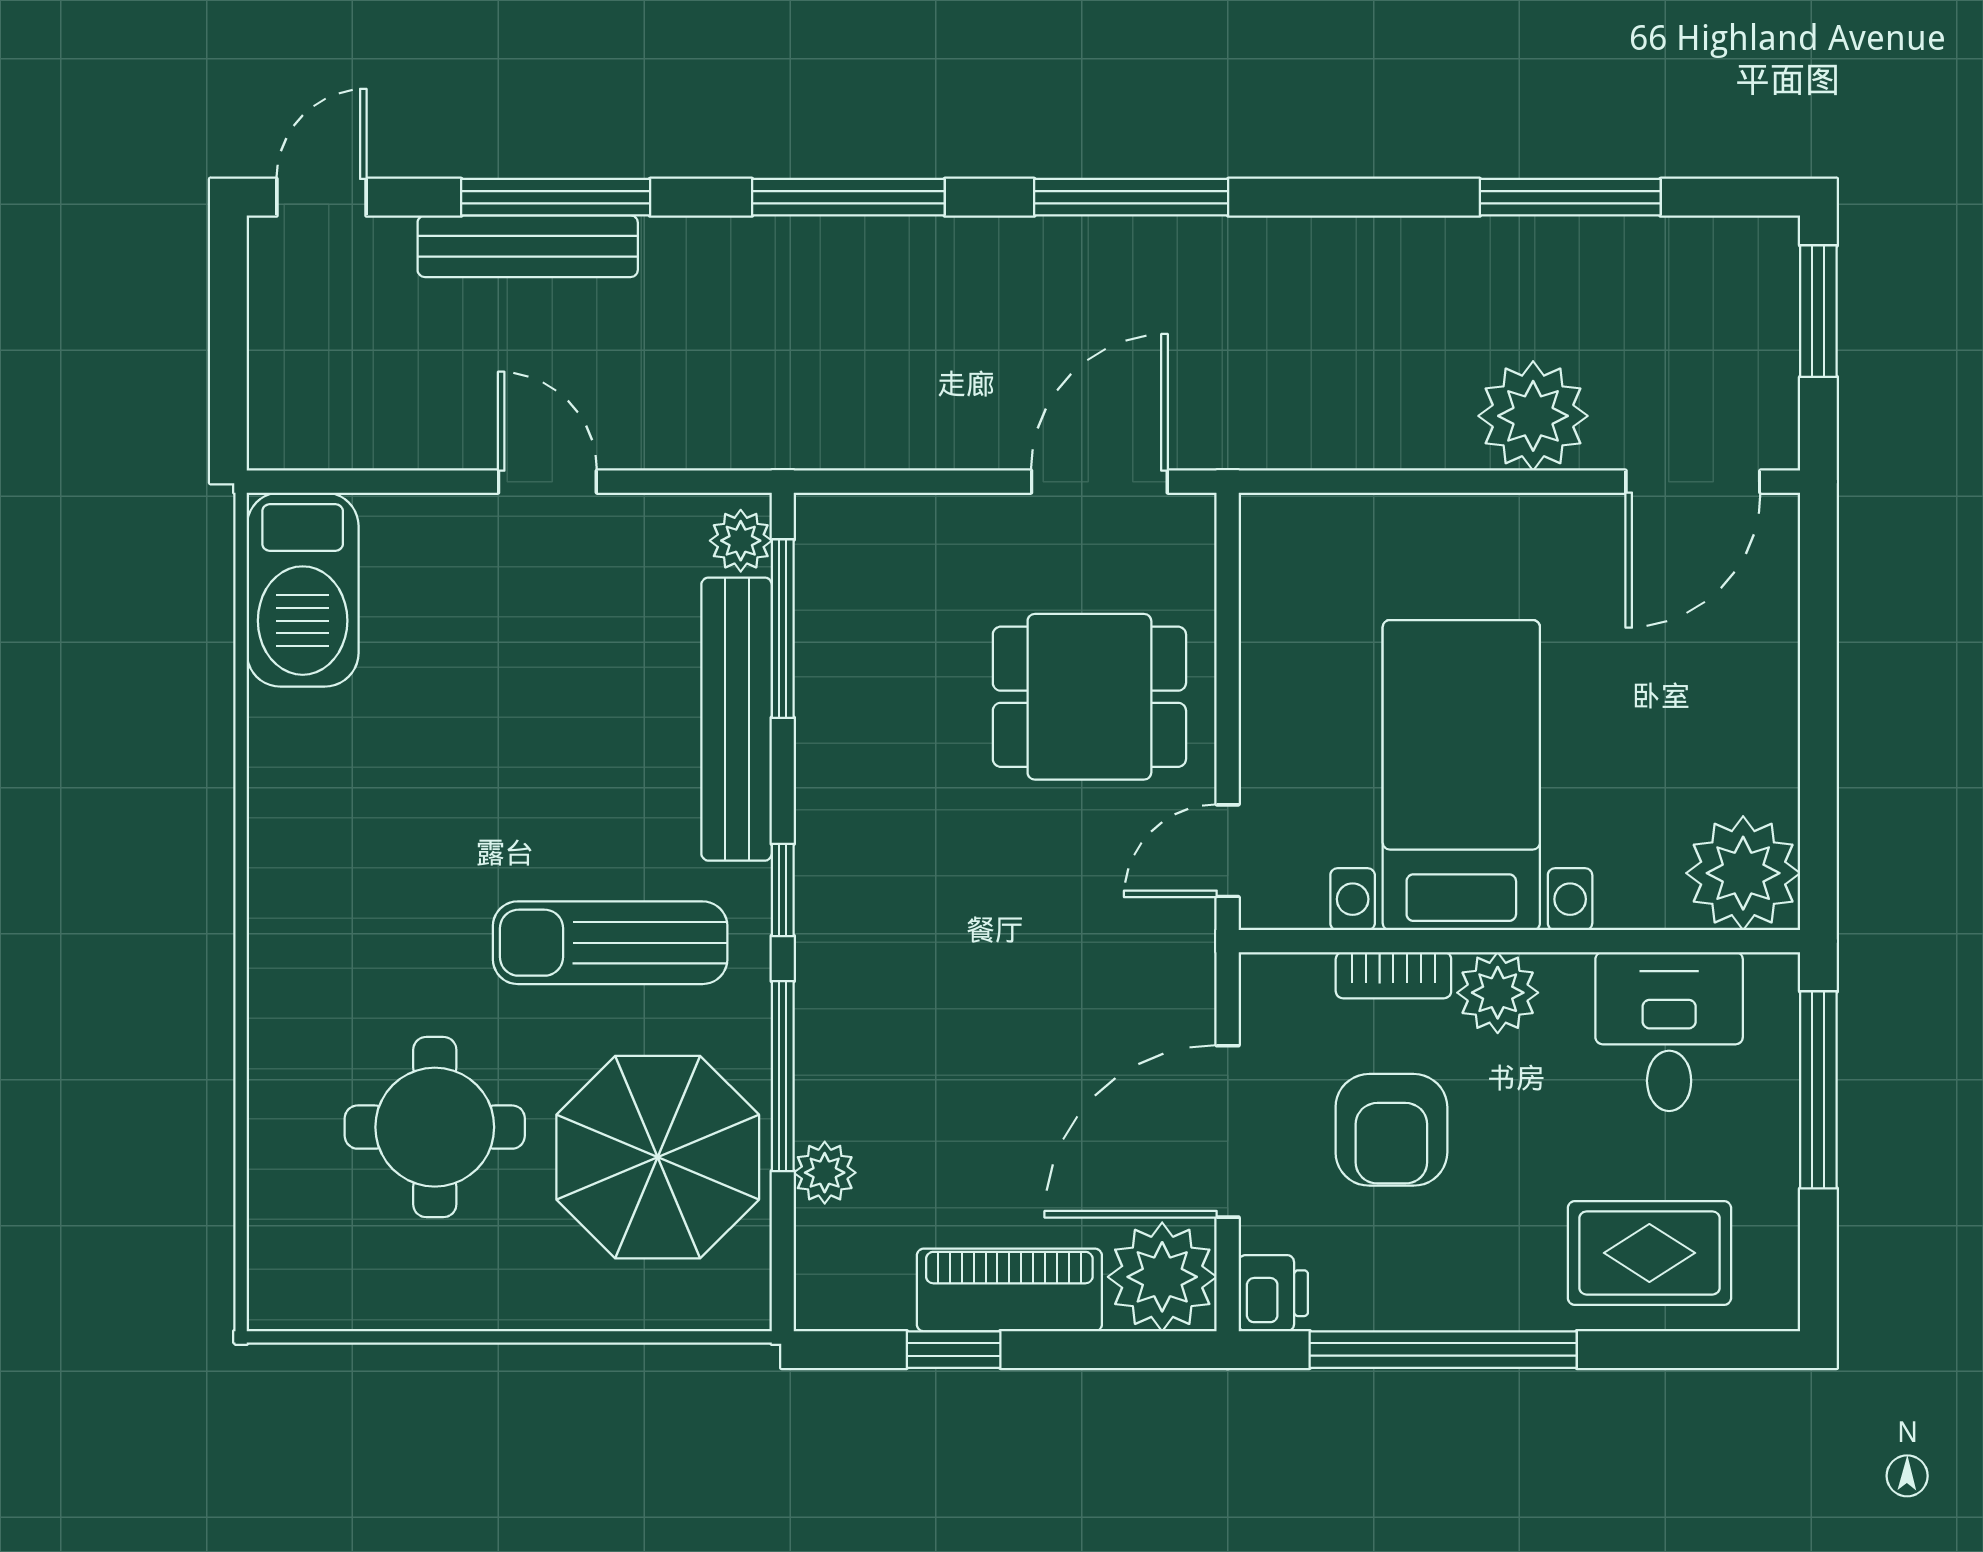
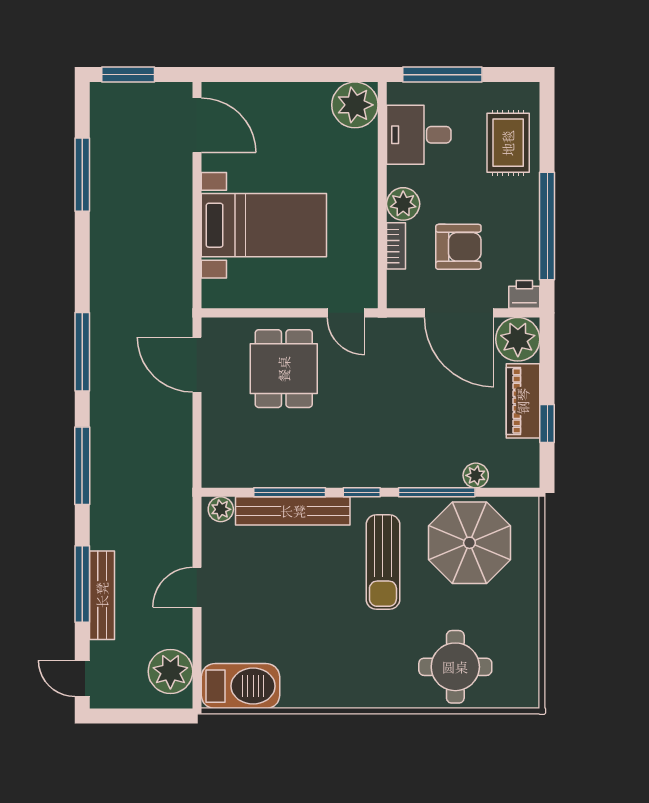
plant: (1533, 416) -> (170, 671), moved
window: (783, 629) -> (290, 492), moved
bed with nightstands: (1461, 775) -> (264, 225), moved, turned 180
round table: (435, 1127) -> (455, 667), moved

